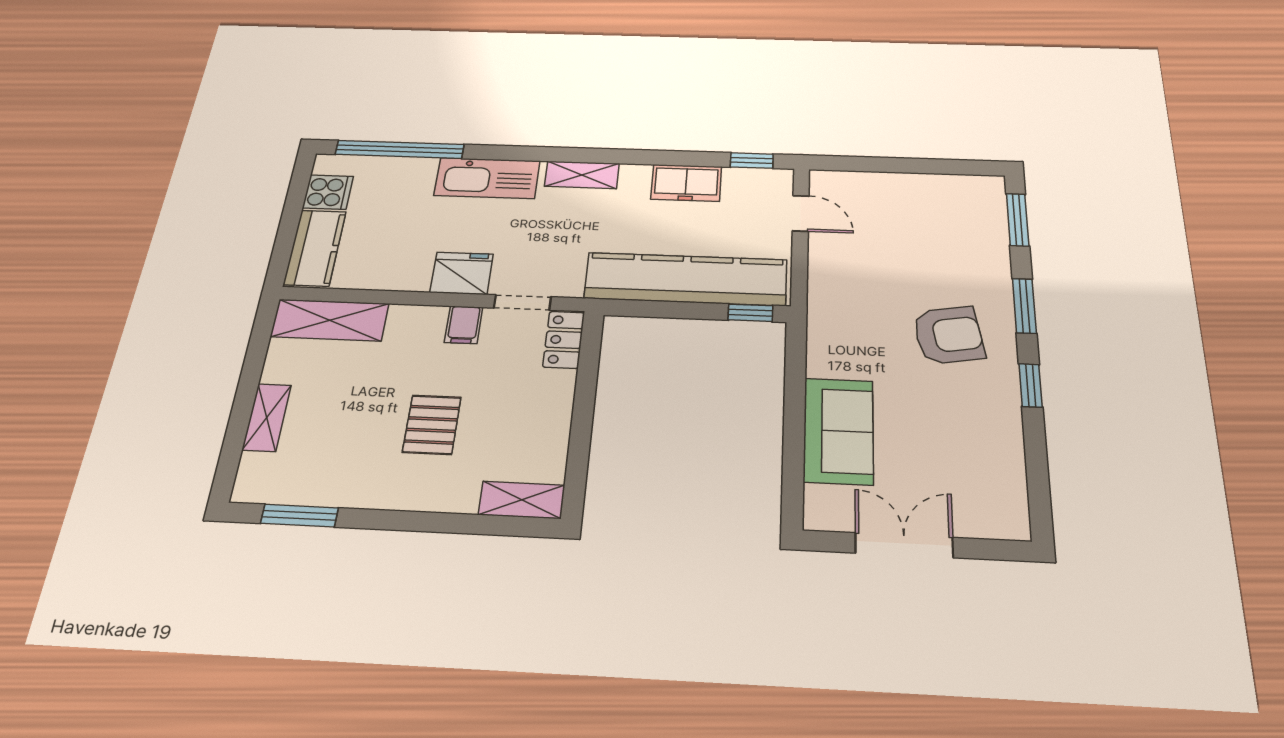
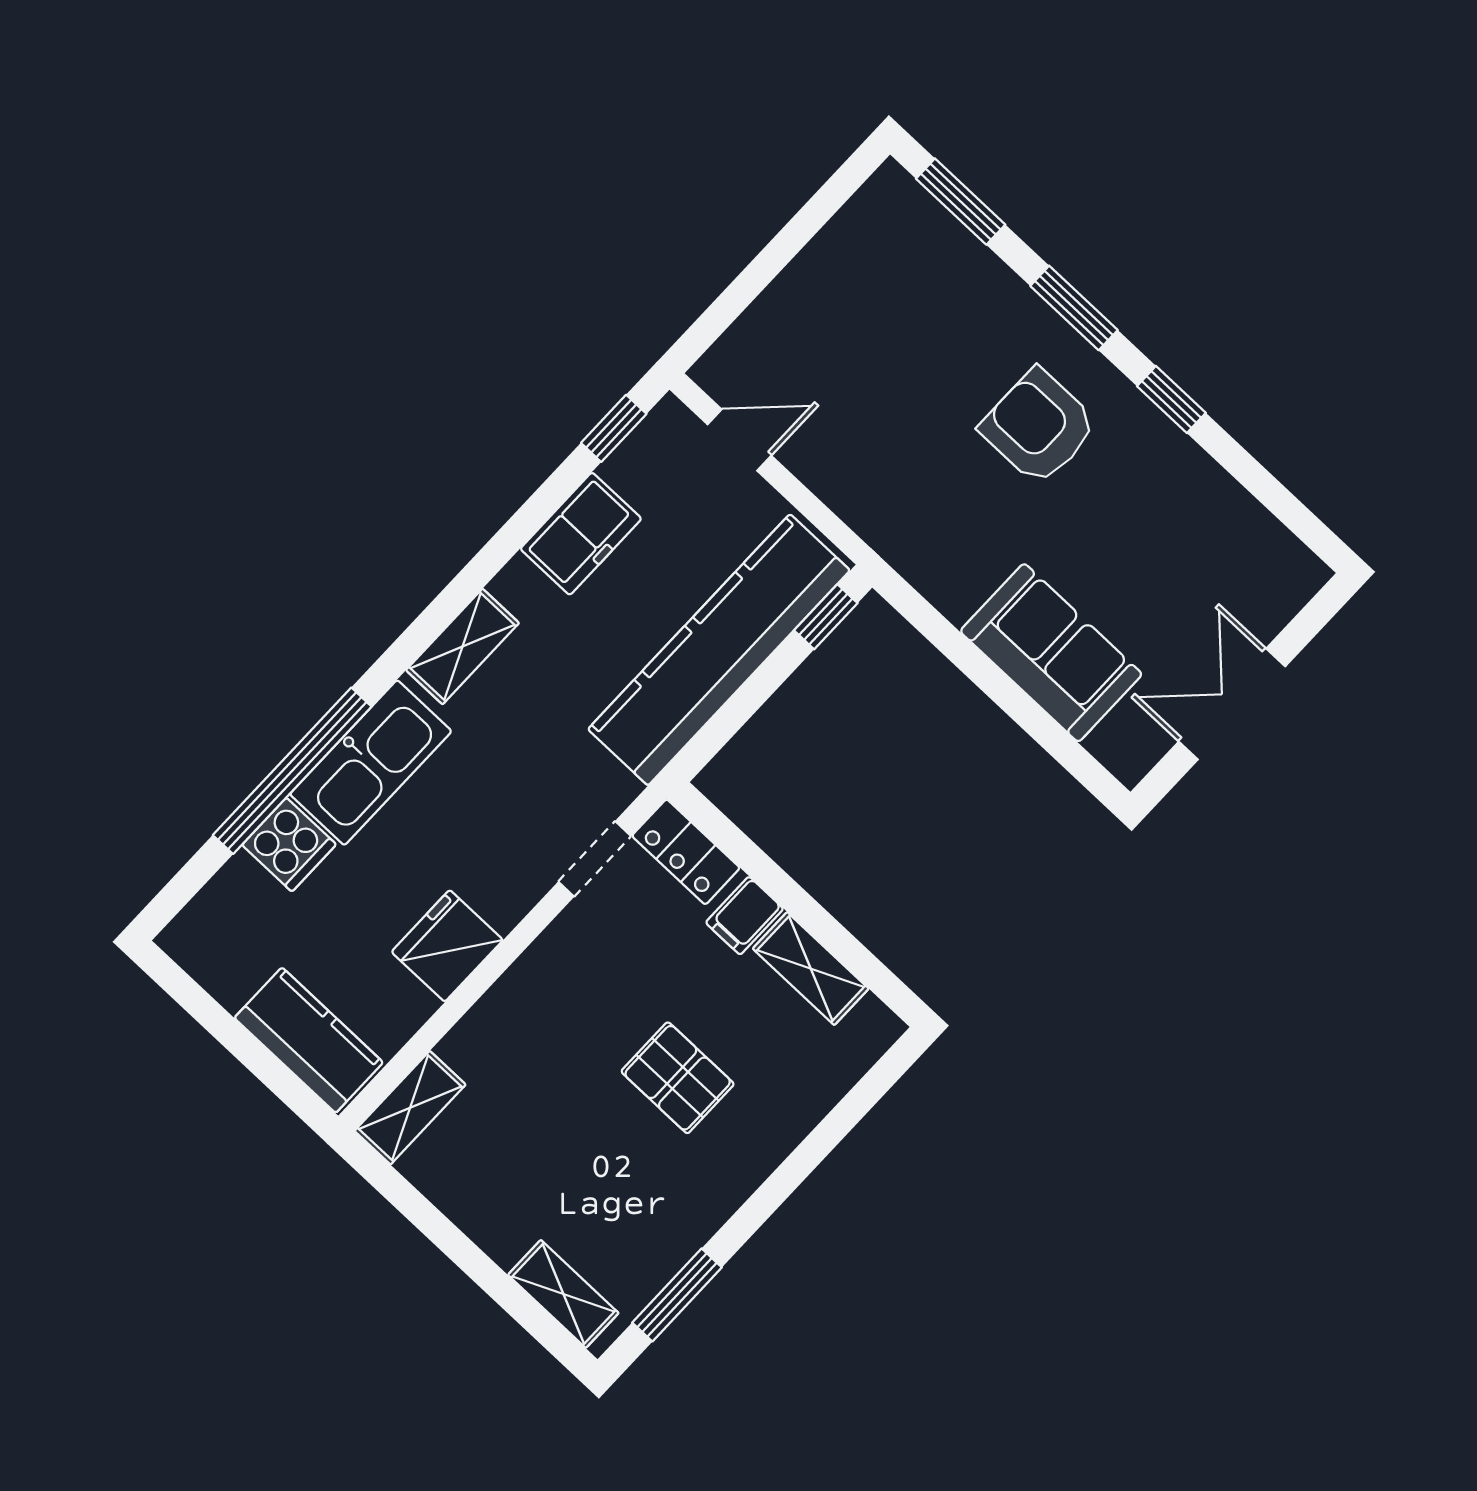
window: (400, 149) -> (292, 771), moved
cooker: (328, 192) -> (289, 845), moved, turned 90
fridge: (462, 273) -> (447, 946), moved
shelving: (330, 320) -> (410, 1108), width x0.67, depth x0.75
filing cabinet: (464, 325) -> (745, 916), moved, turned 90
armchair: (949, 335) -> (1039, 427), turned -80
shelving: (267, 417) -> (563, 1294), moved
shelving: (522, 500) -> (811, 969), moved, turned 90

